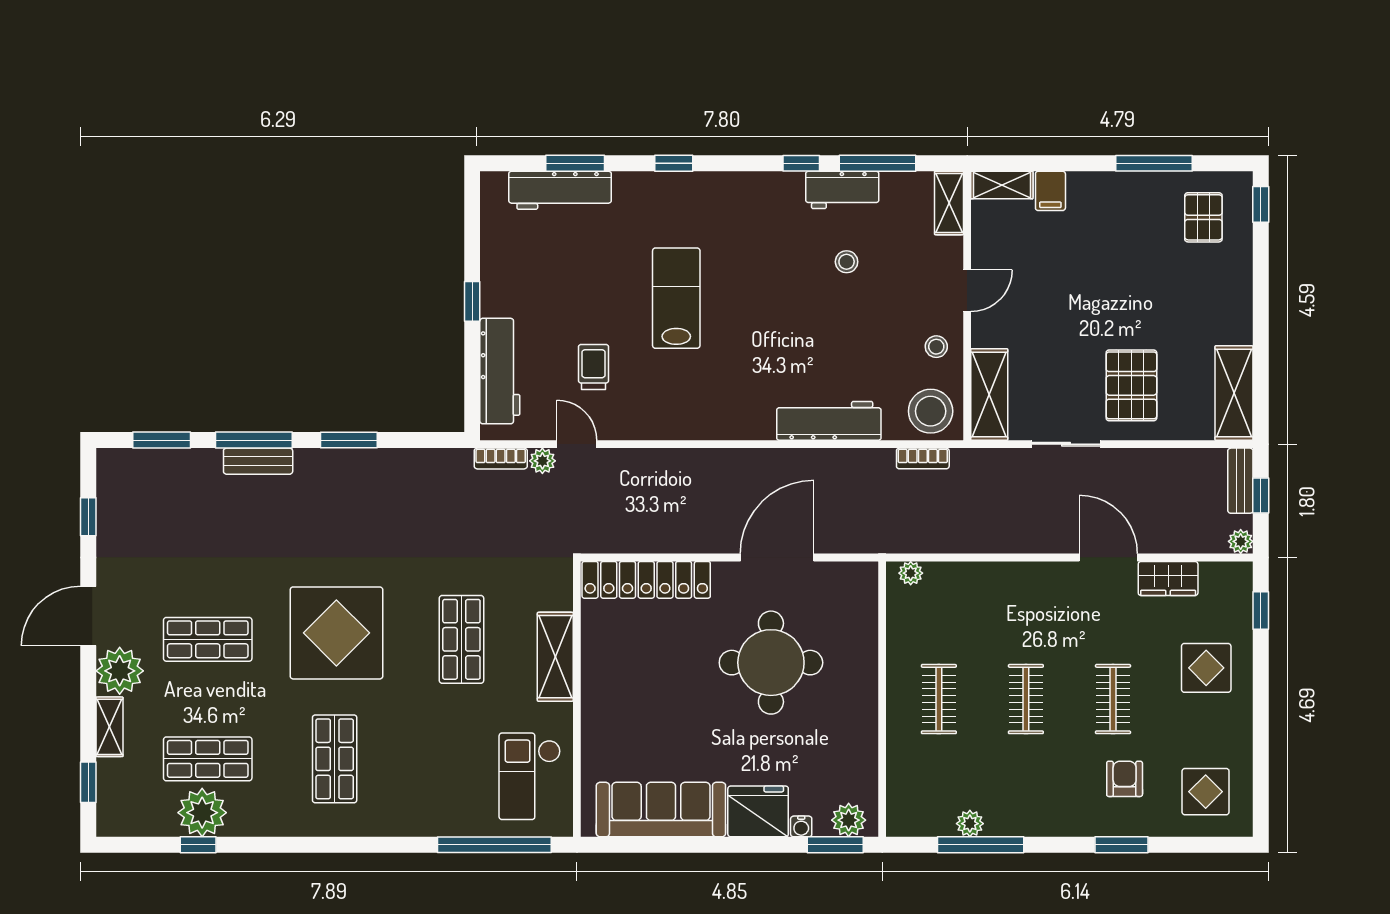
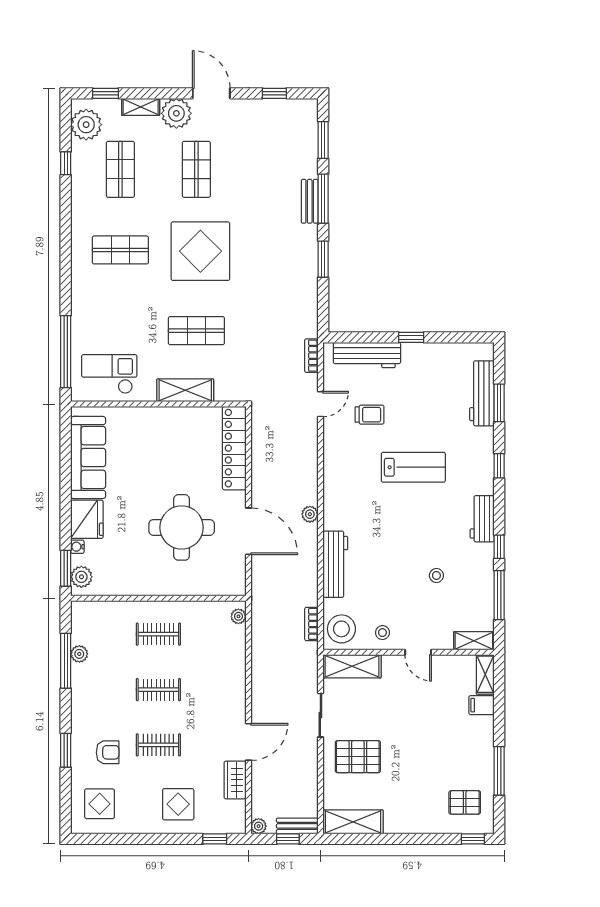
workbench: (842, 190) -> (482, 519), moved
plant: (542, 461) -> (310, 514), moved
plant: (202, 813) -> (86, 125), moved

